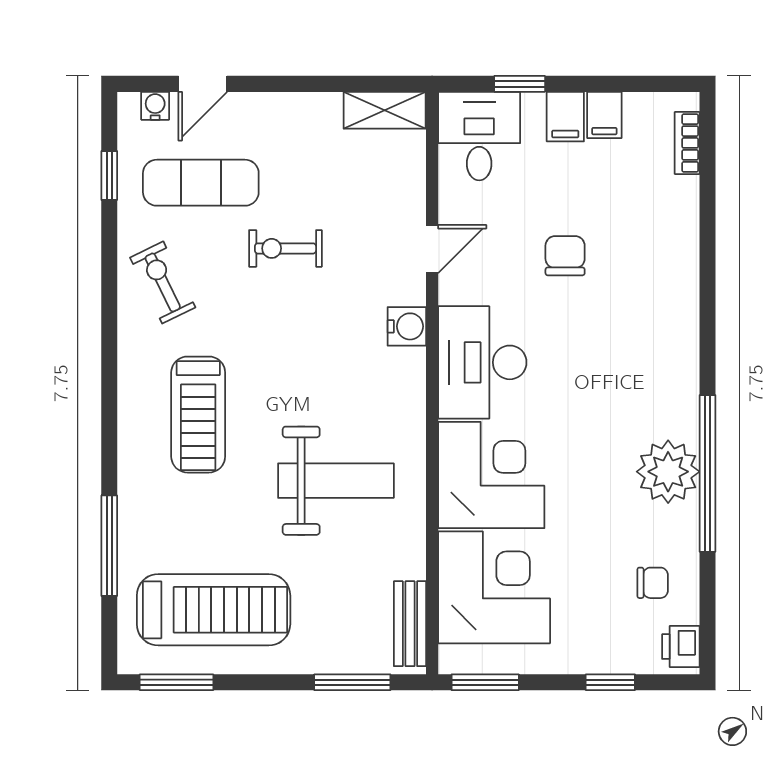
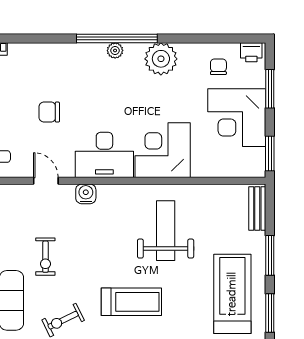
plant: (684, 383) -> (115, 50), added
window: (708, 473) -> (117, 38), moved
corner desk: (494, 587) -> (237, 118), moved, turned -90
bench: (410, 624) -> (257, 208), moved, turned 90
window: (352, 682) -> (270, 255), moved
window: (610, 682) -> (270, 89), width x1.50

